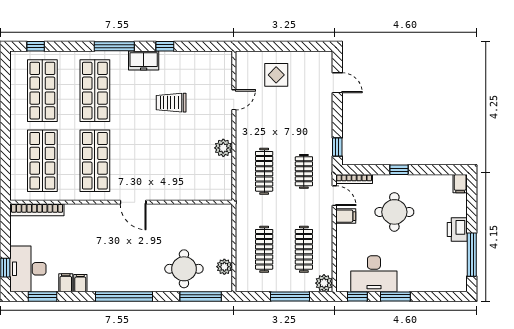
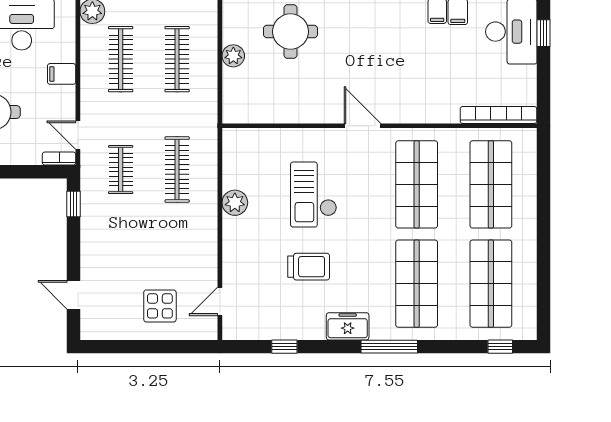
window: (165, 46) -> (284, 347), moved
door: (234, 100) -> (220, 301), moved
checkout: (168, 154) -> (314, 195), added
bookcase: (354, 179) -> (59, 159), width x0.64
filing cabinet: (346, 216) -> (62, 74), moved
plant: (224, 267) -> (233, 56), moved

